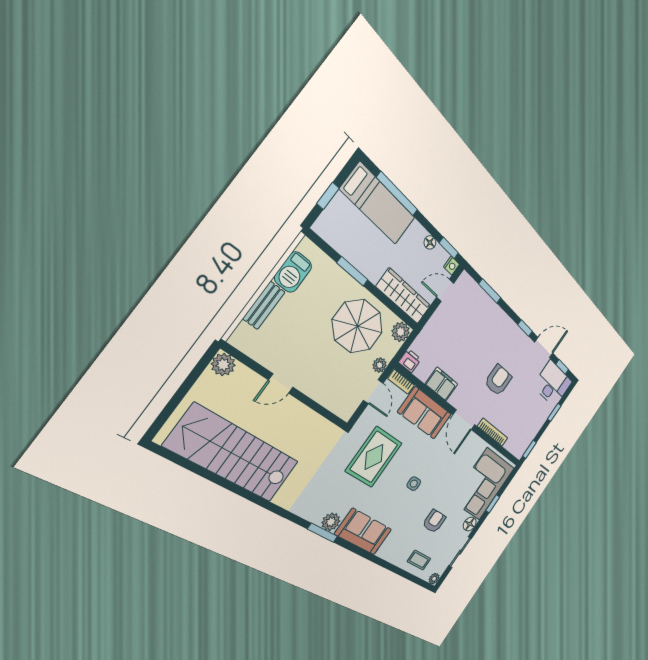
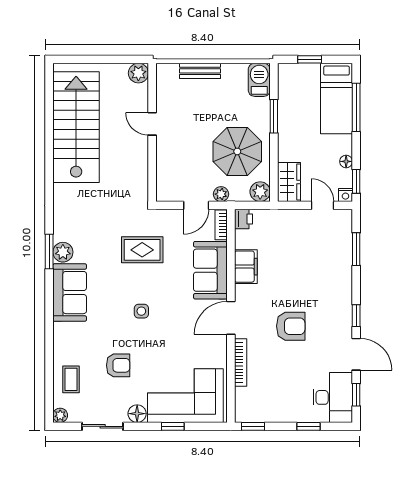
barbecue: (293, 272) -> (259, 80), moved, turned 90
wardrobe: (404, 296) -> (289, 182), width x0.67
rug: (374, 457) -> (142, 250), width x0.73, depth x0.70

